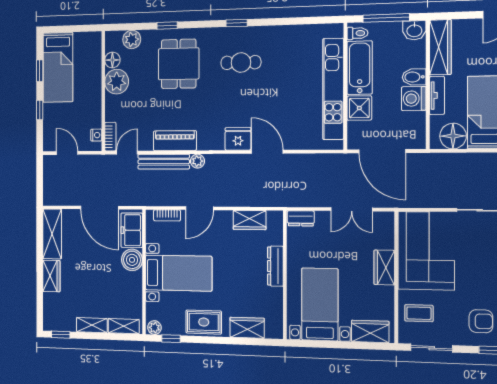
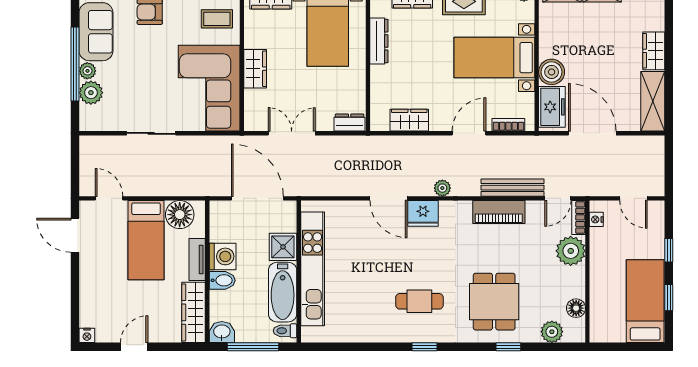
plant: (117, 82) -> (571, 251), moved
plant: (197, 161) -> (442, 188), moved
dresser: (275, 266) -> (379, 41), moved

